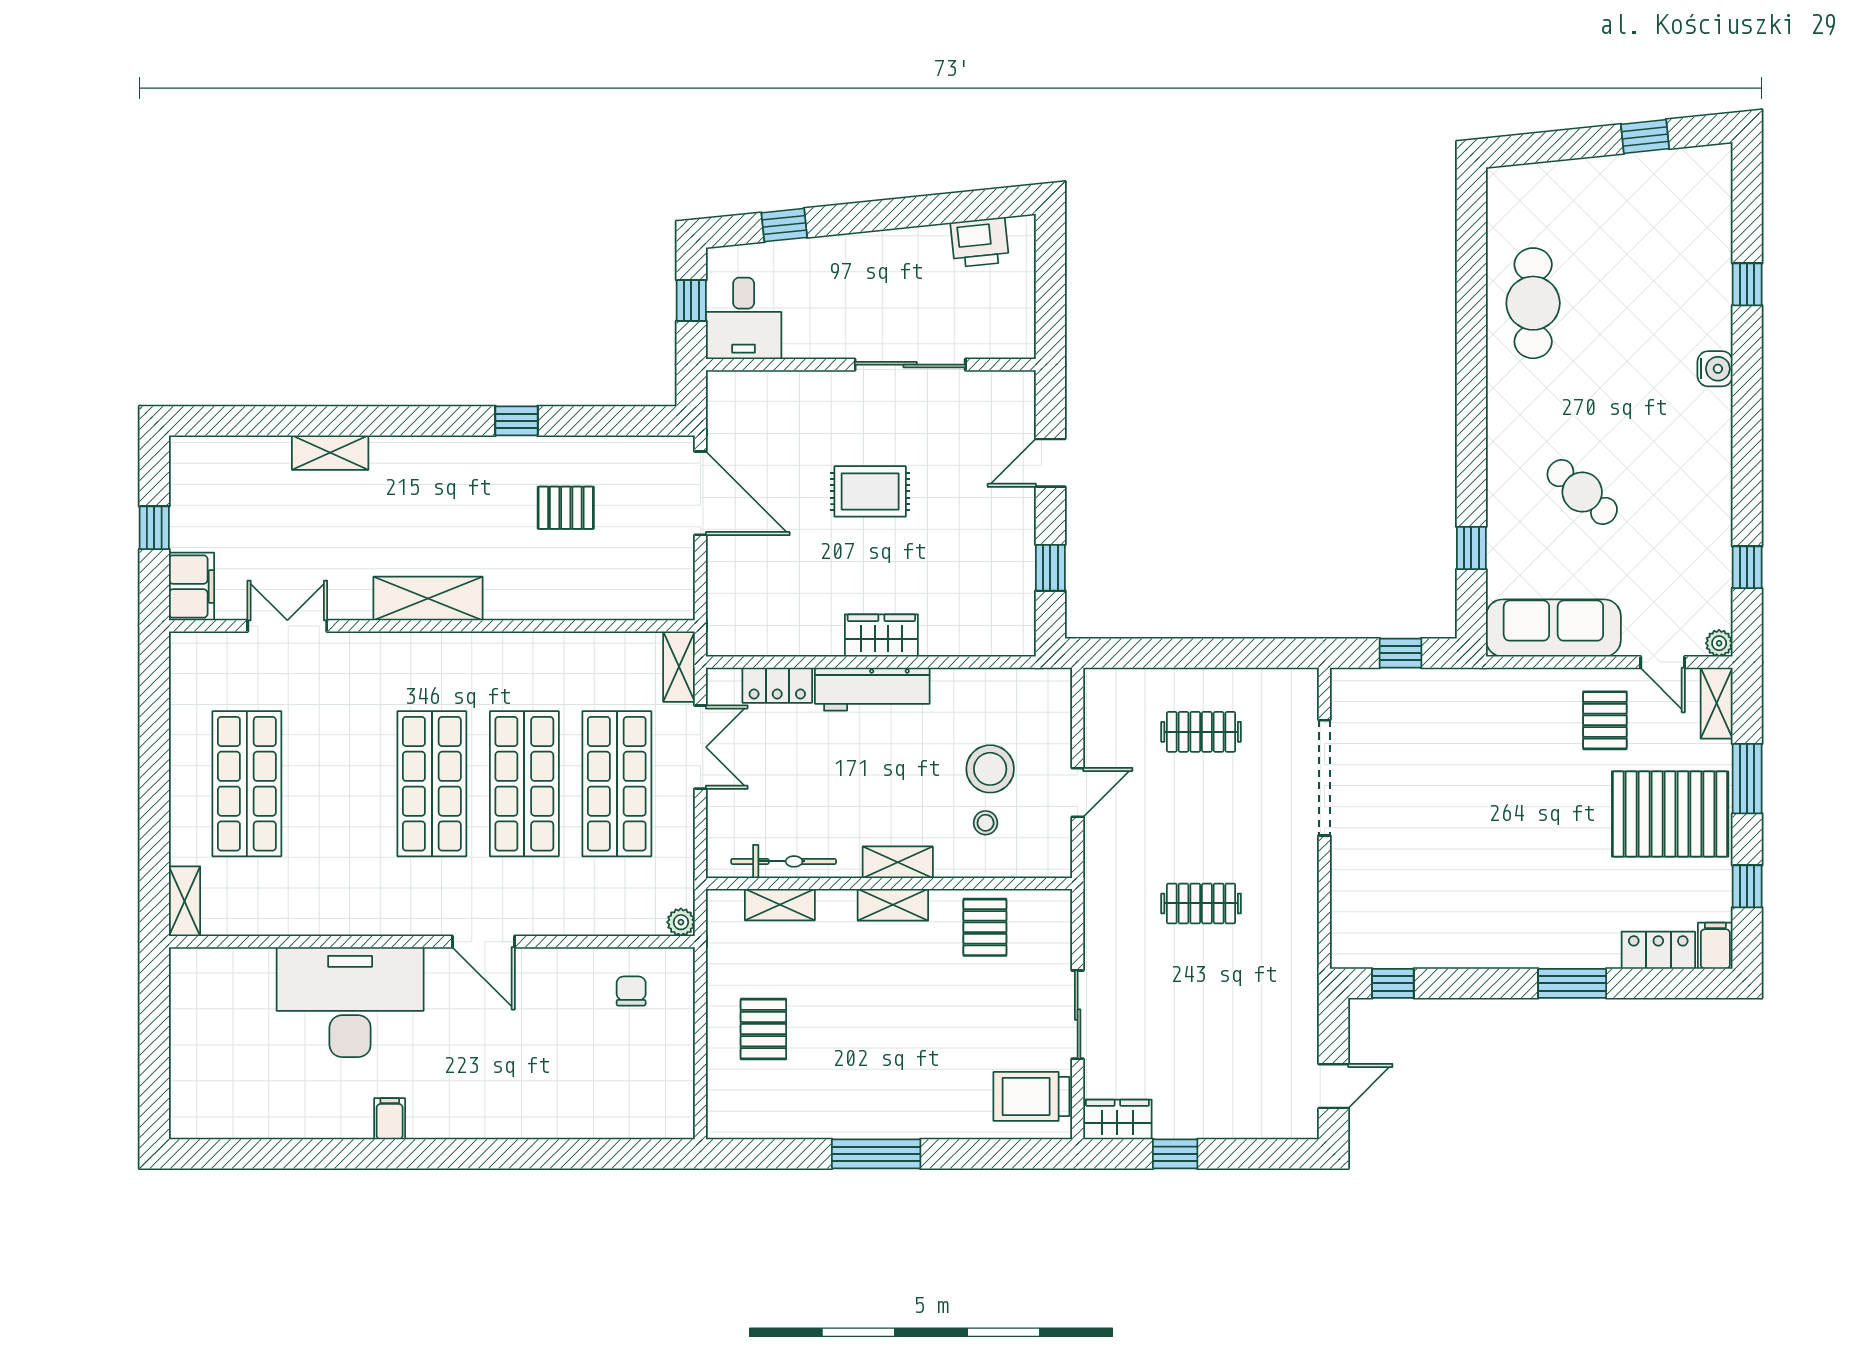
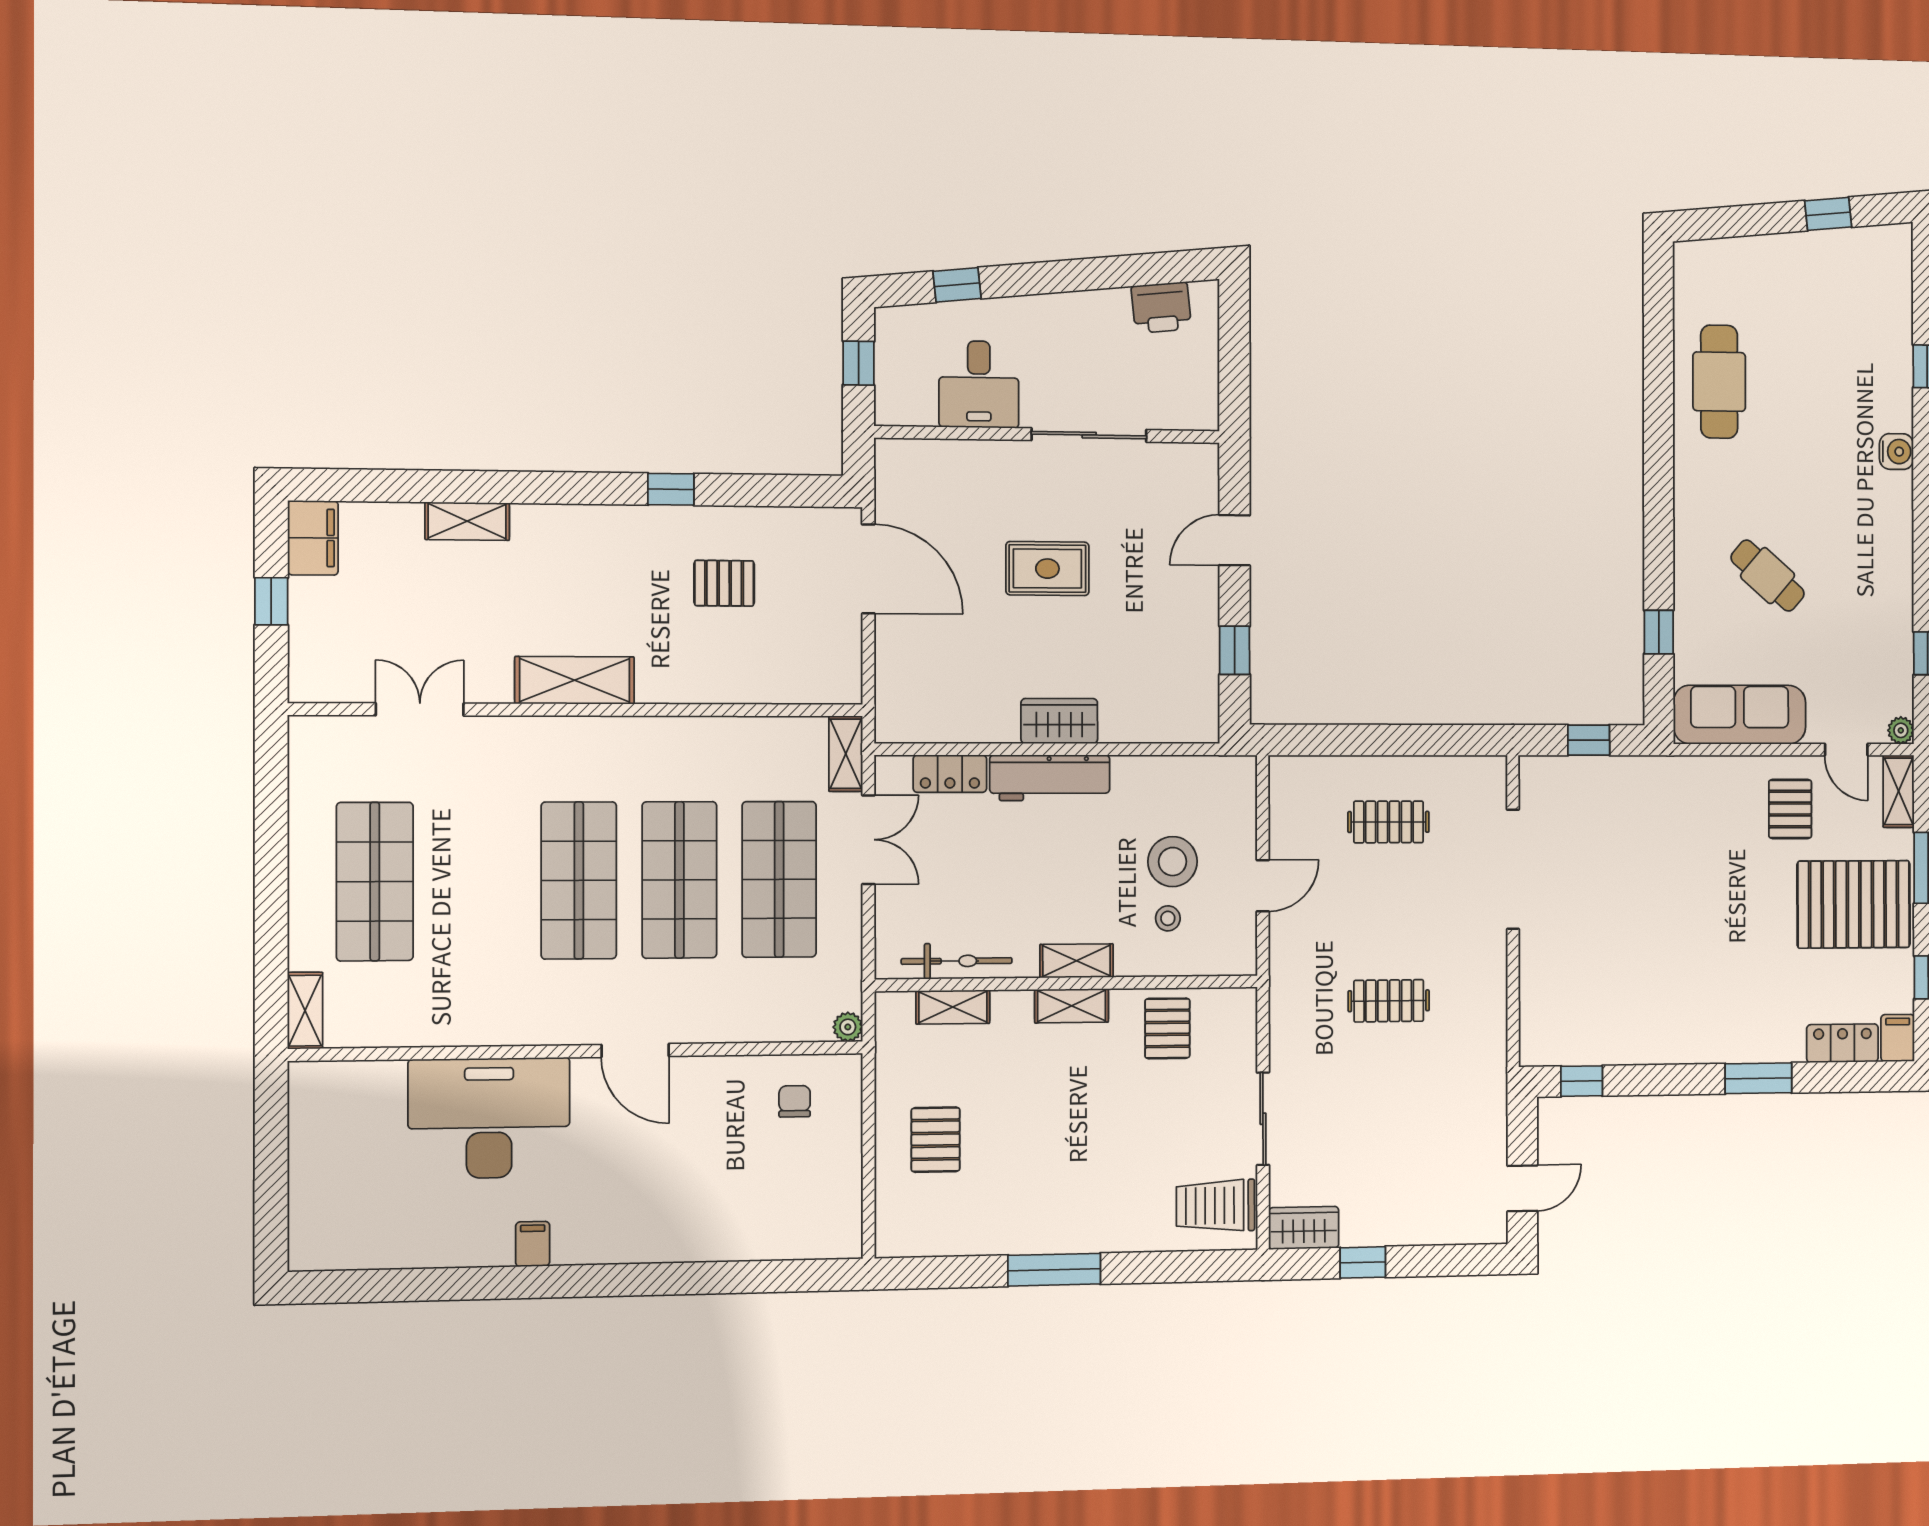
desk: (744, 318) -> (979, 384), moved
filing cabinet: (191, 586) -> (313, 538), moved

